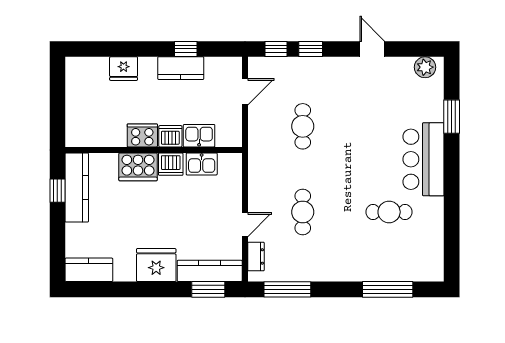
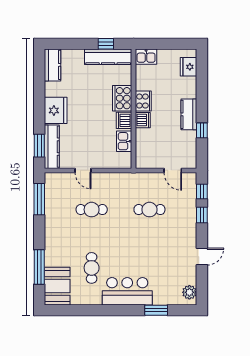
kitchen counter: (181, 68) -> (189, 114), moved
fridge: (124, 69) -> (189, 67), moved
kitchen sink: (199, 136) -> (146, 57), moved, turned 90
dresser: (256, 256) -> (61, 178), removed
booth: (416, 263) -> (57, 286), added

